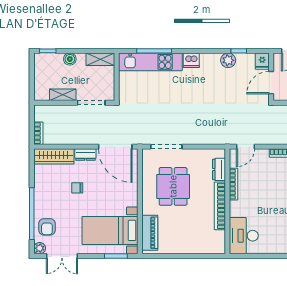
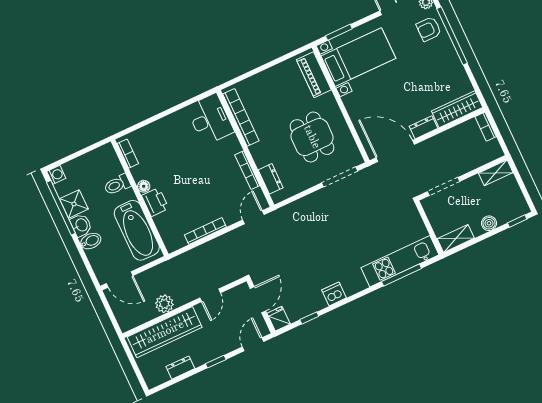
dishwasher: (191, 60) -> (334, 294), moved
plant: (228, 60) -> (316, 302), removed
shelving: (63, 95) -> (496, 173), moved
chair: (77, 188) -> (416, 87), removed
bookcase: (220, 206) -> (241, 117), moved
armchair: (47, 227) -> (429, 29), turned -90

